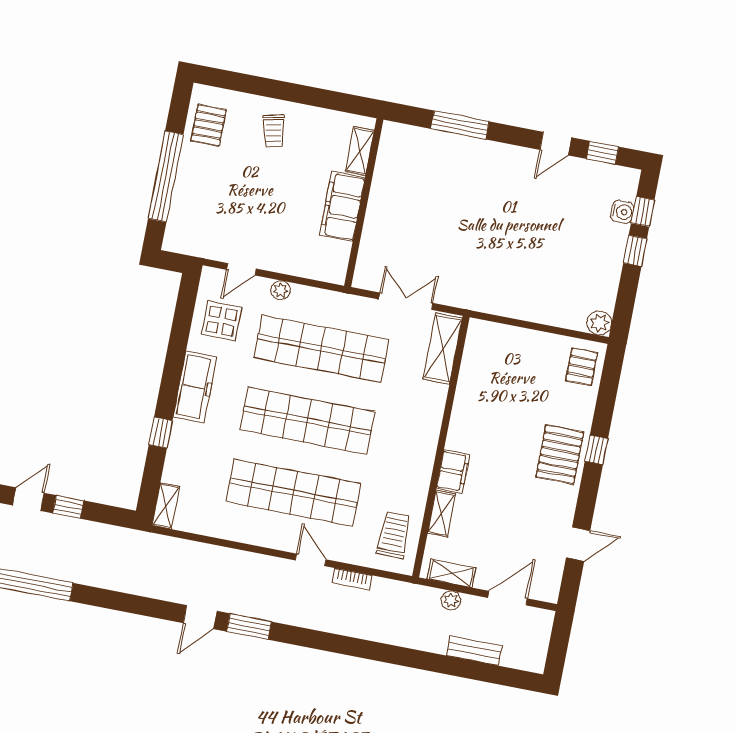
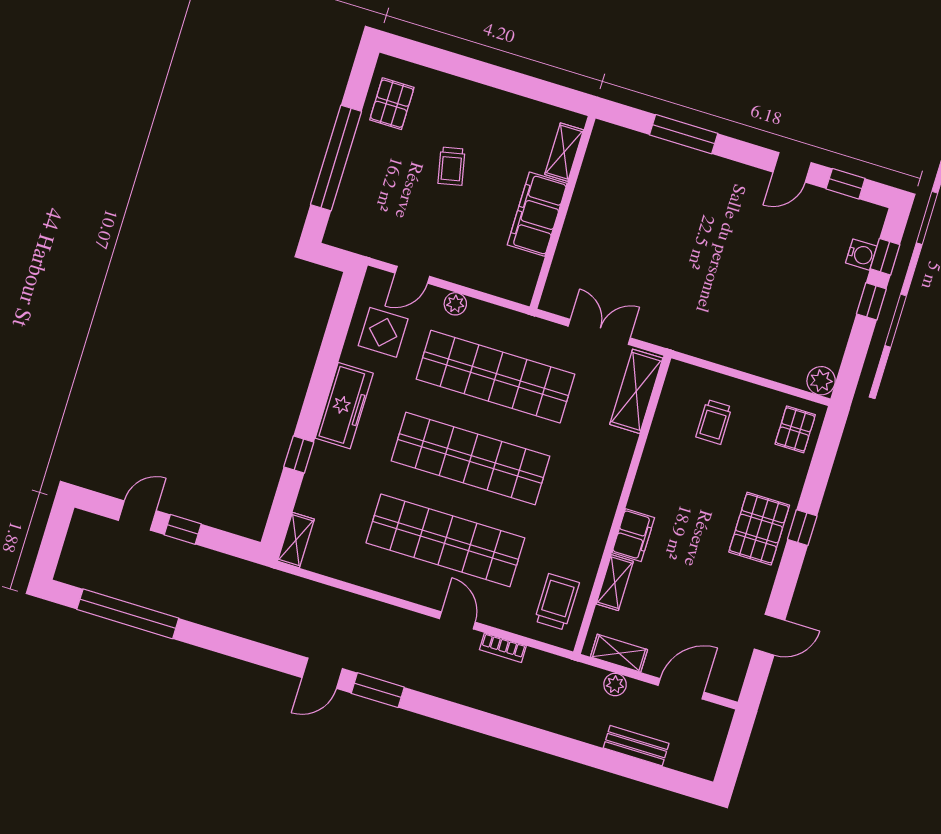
trolley: (274, 131) -> (451, 166), moved
trolley: (512, 368) -> (714, 422), added

